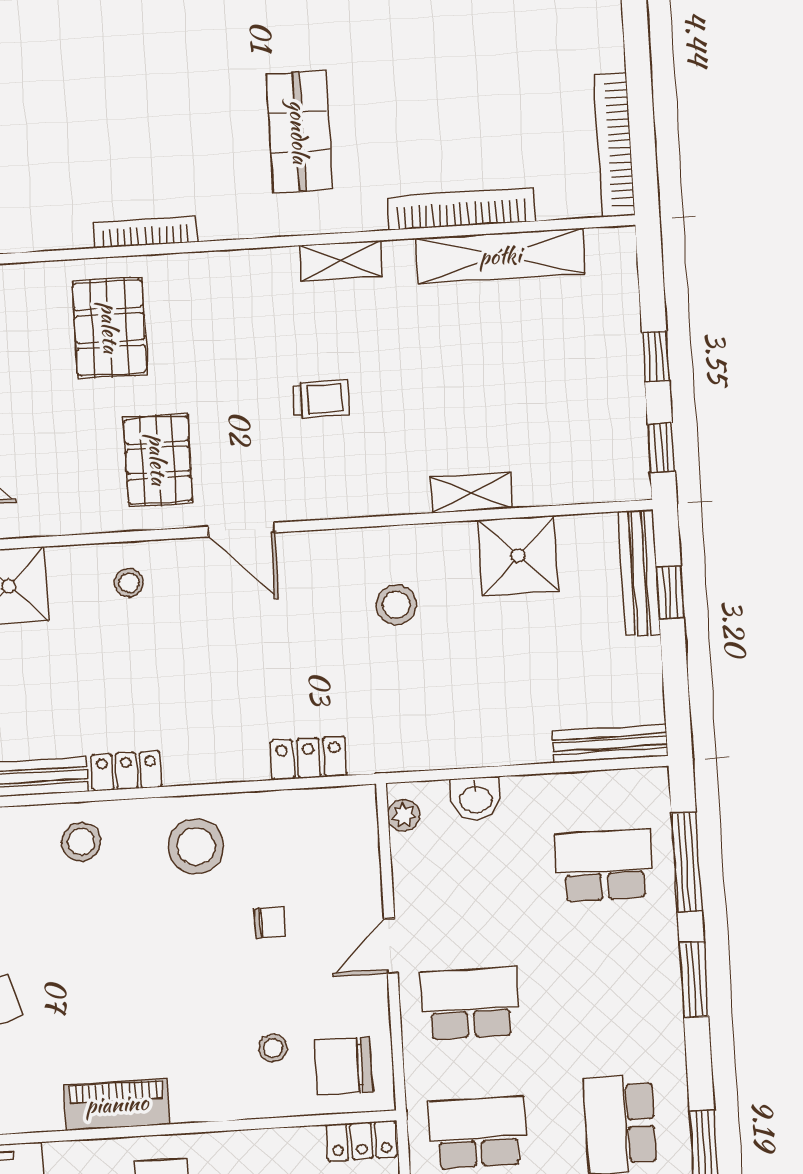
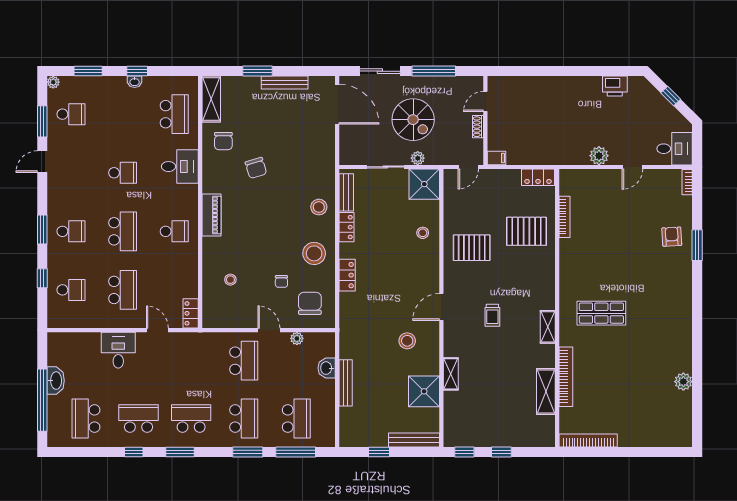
bookcase: (145, 232) -> (564, 217), moved
shelving: (500, 256) -> (546, 391), width x0.68
door: (241, 530) -> (441, 307), moved
window: (670, 593) -> (379, 452), moved
bench: (610, 744) -> (346, 383), moved
locker: (309, 758) -> (347, 275), moved
plant: (404, 815) -> (297, 338), moved
chair: (343, 1066) -> (310, 303), moved
school desk: (478, 1132) -> (244, 418), moved

